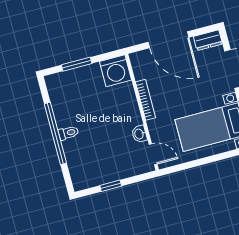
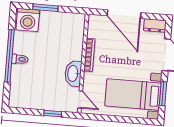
washing machine: (116, 71) -> (28, 20), moved
washbasin: (139, 134) -> (73, 74), width x1.91, depth x1.45
window: (111, 186) -> (53, 114), moved

